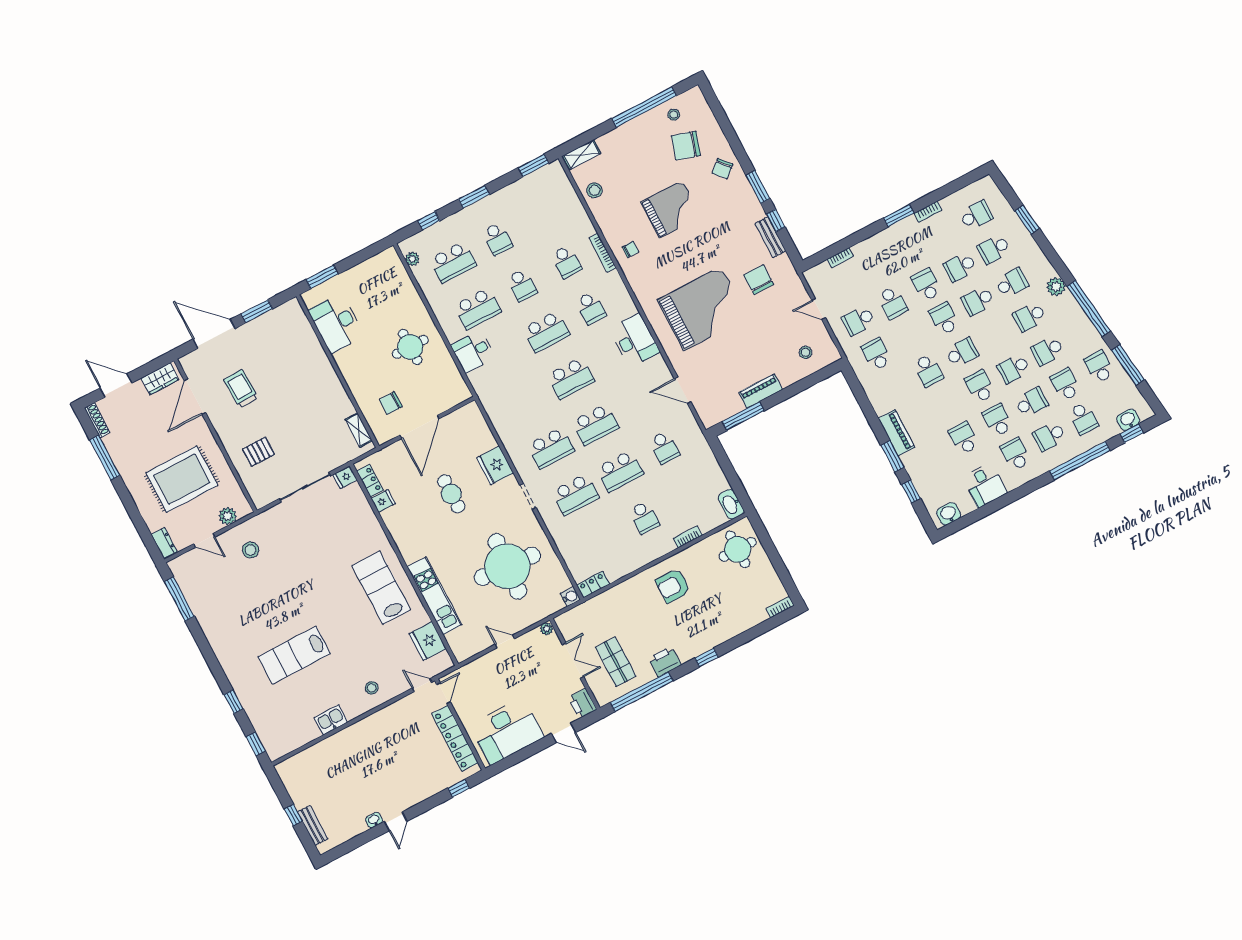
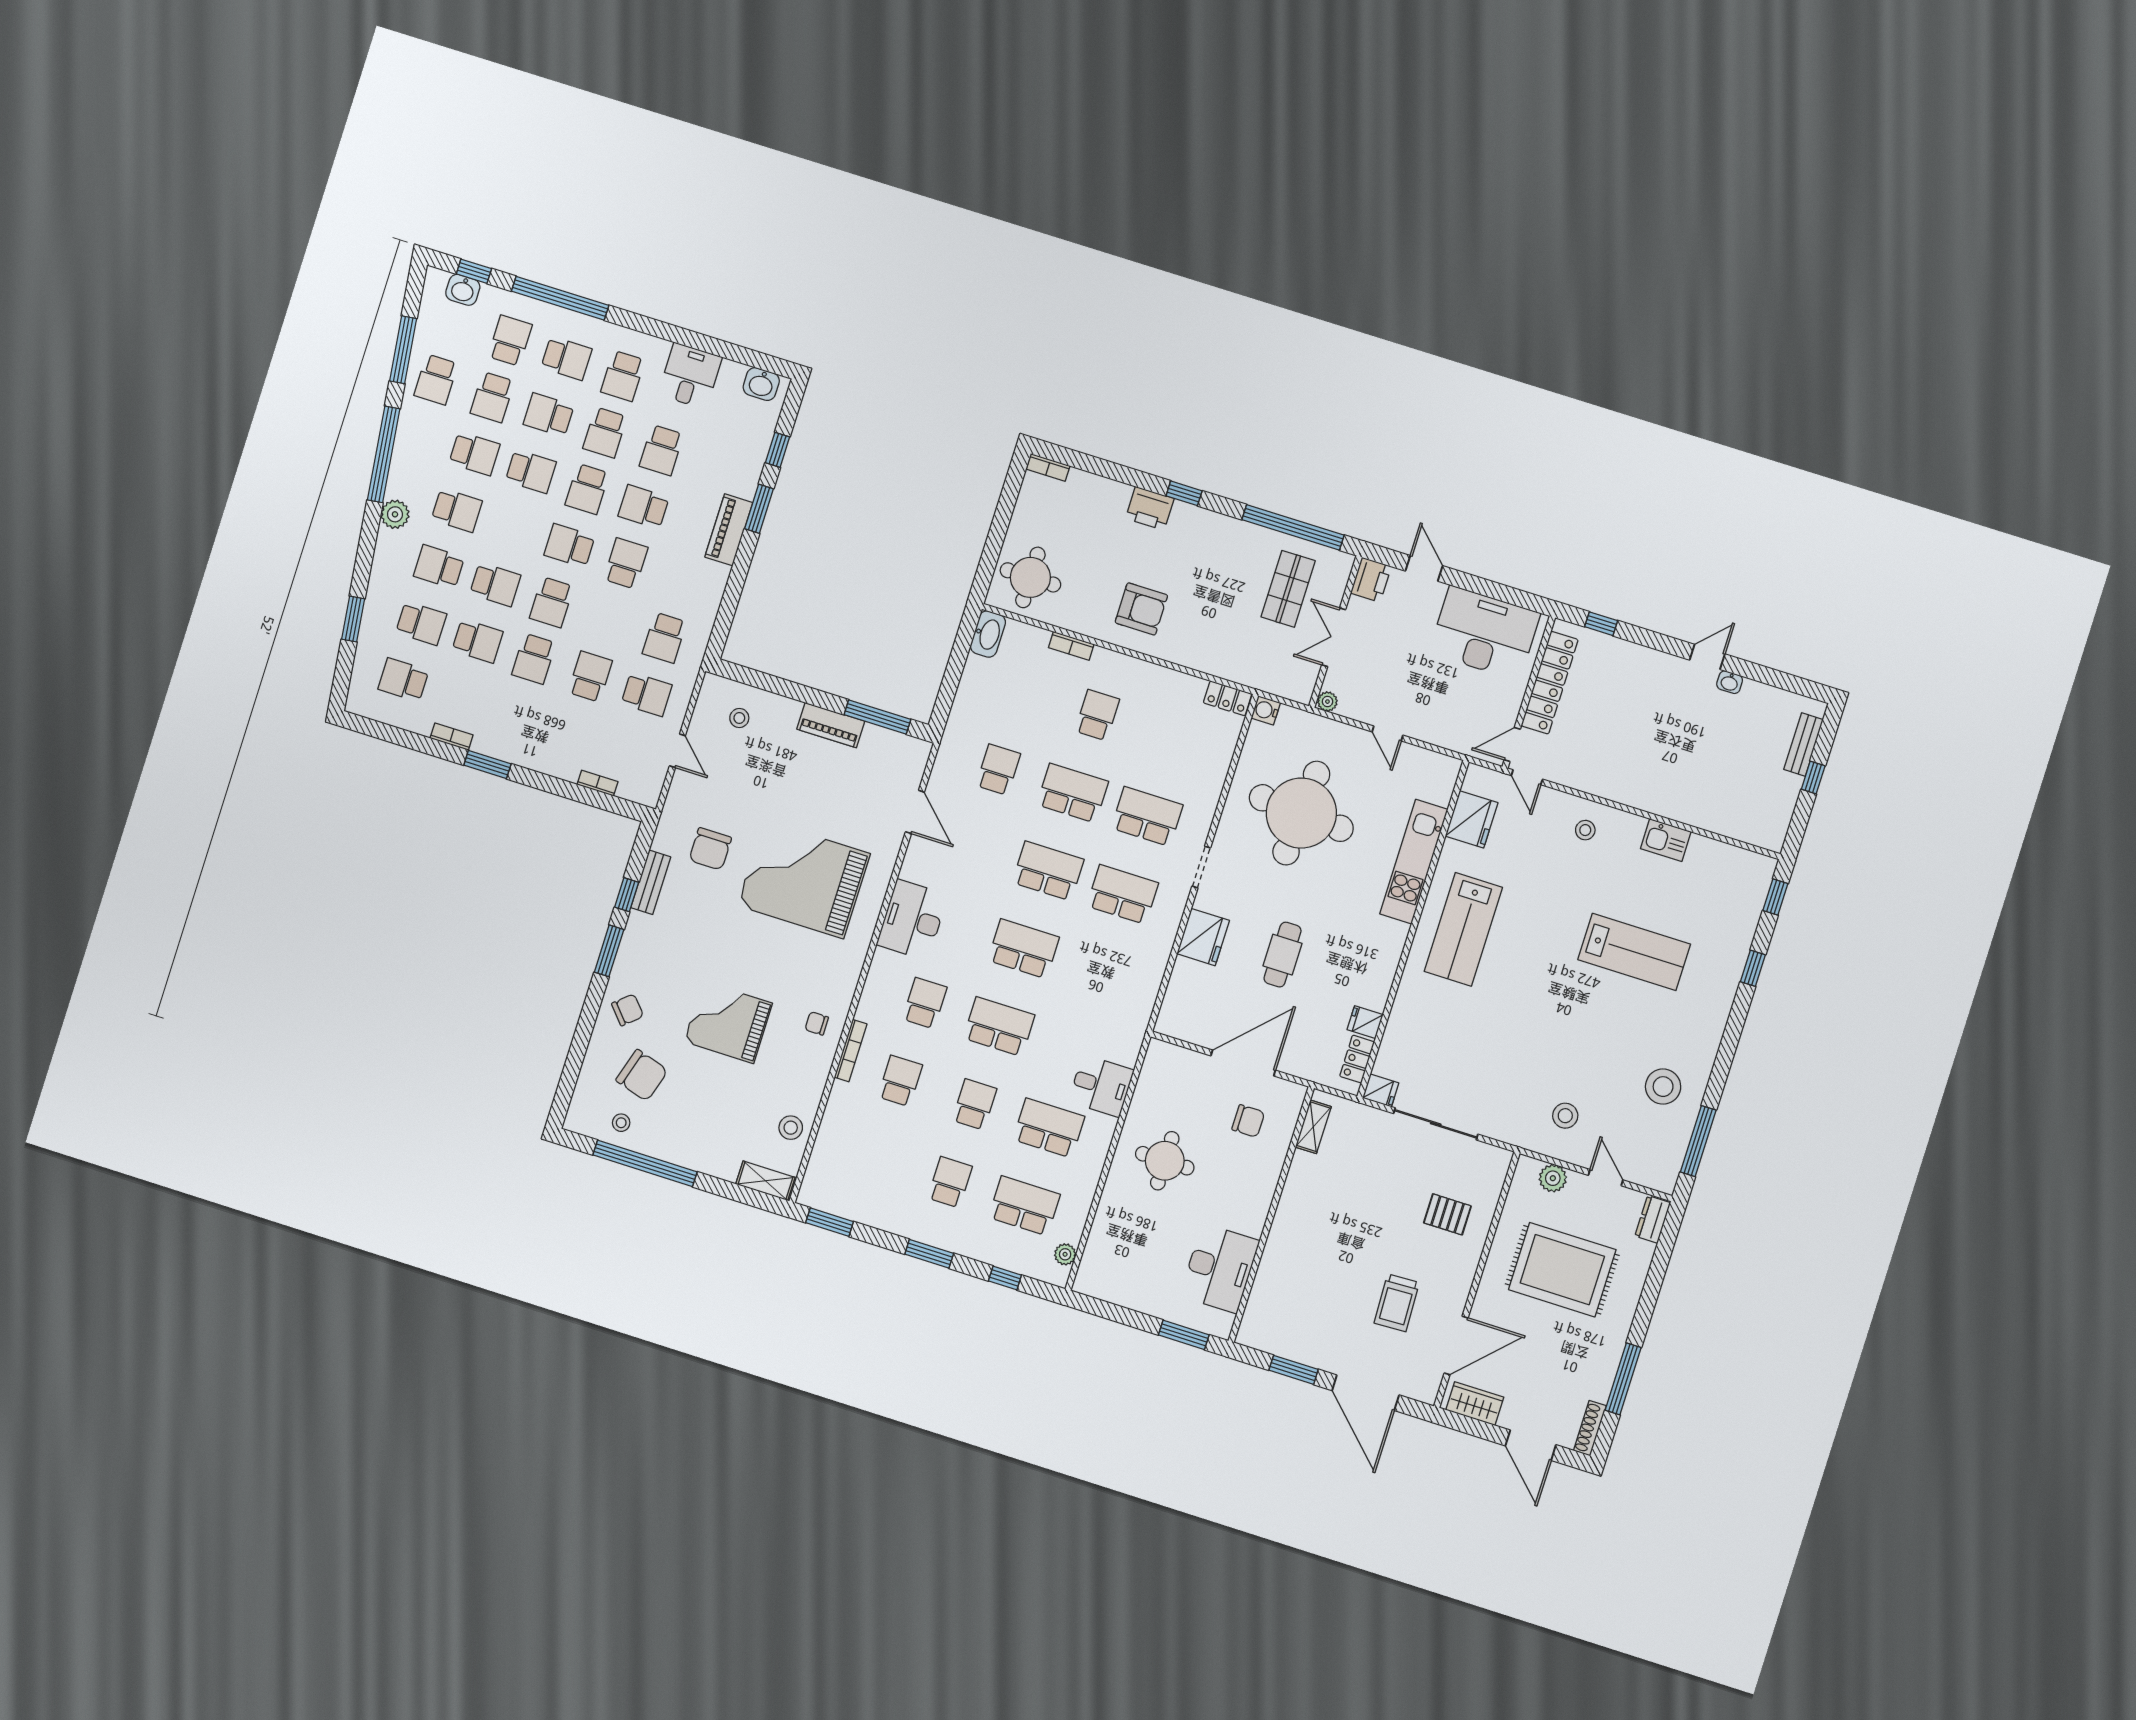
school desk: (946, 404) -> (644, 507), added
stool: (220, 608) -> (1663, 1087), added
printer: (665, 662) -> (1150, 508), moved

